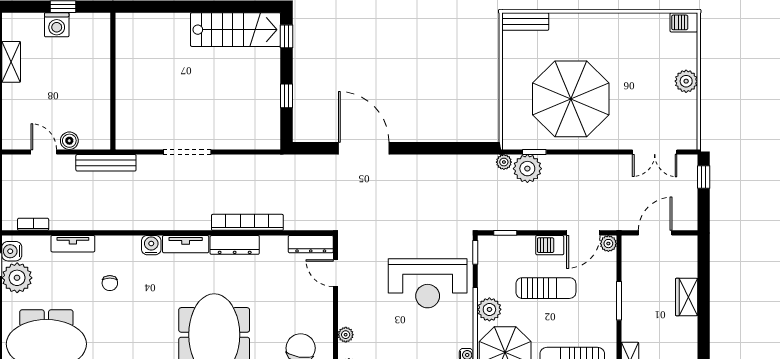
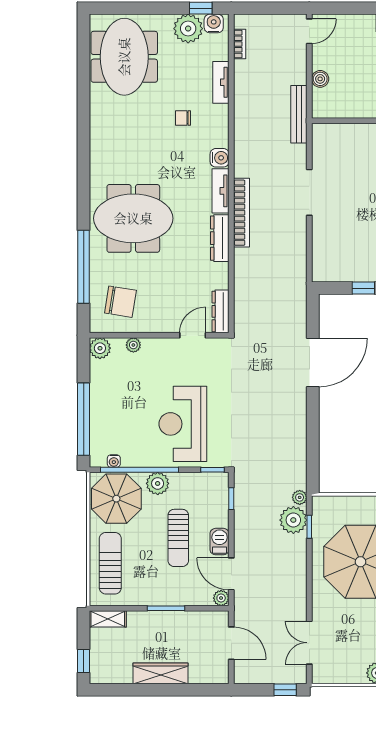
door: (44, 152) -> (309, 31), moved
bookcase: (247, 222) -> (241, 213), moved
wardrobe: (687, 297) -> (160, 673), width x1.50

